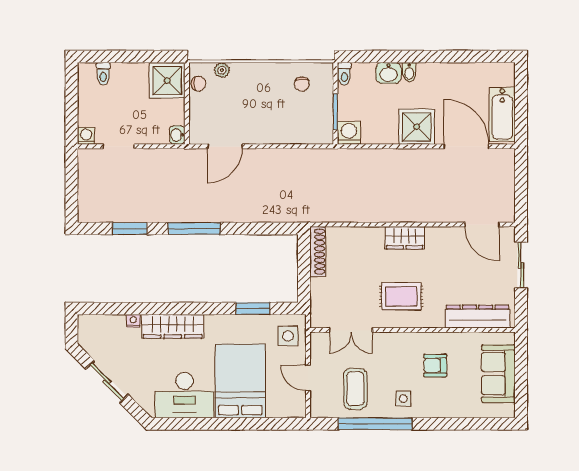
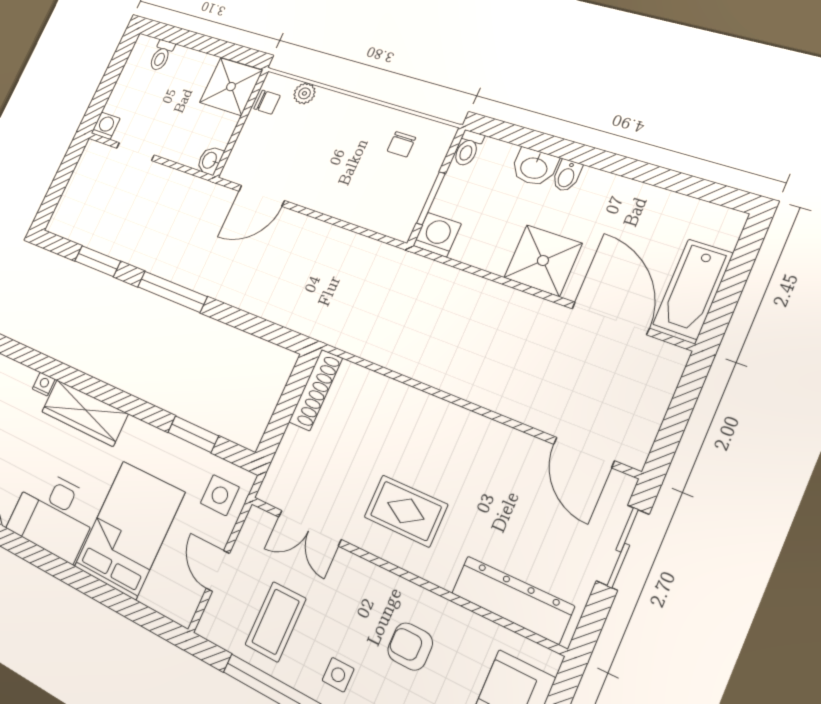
wardrobe: (405, 238) -> (451, 422), removed

